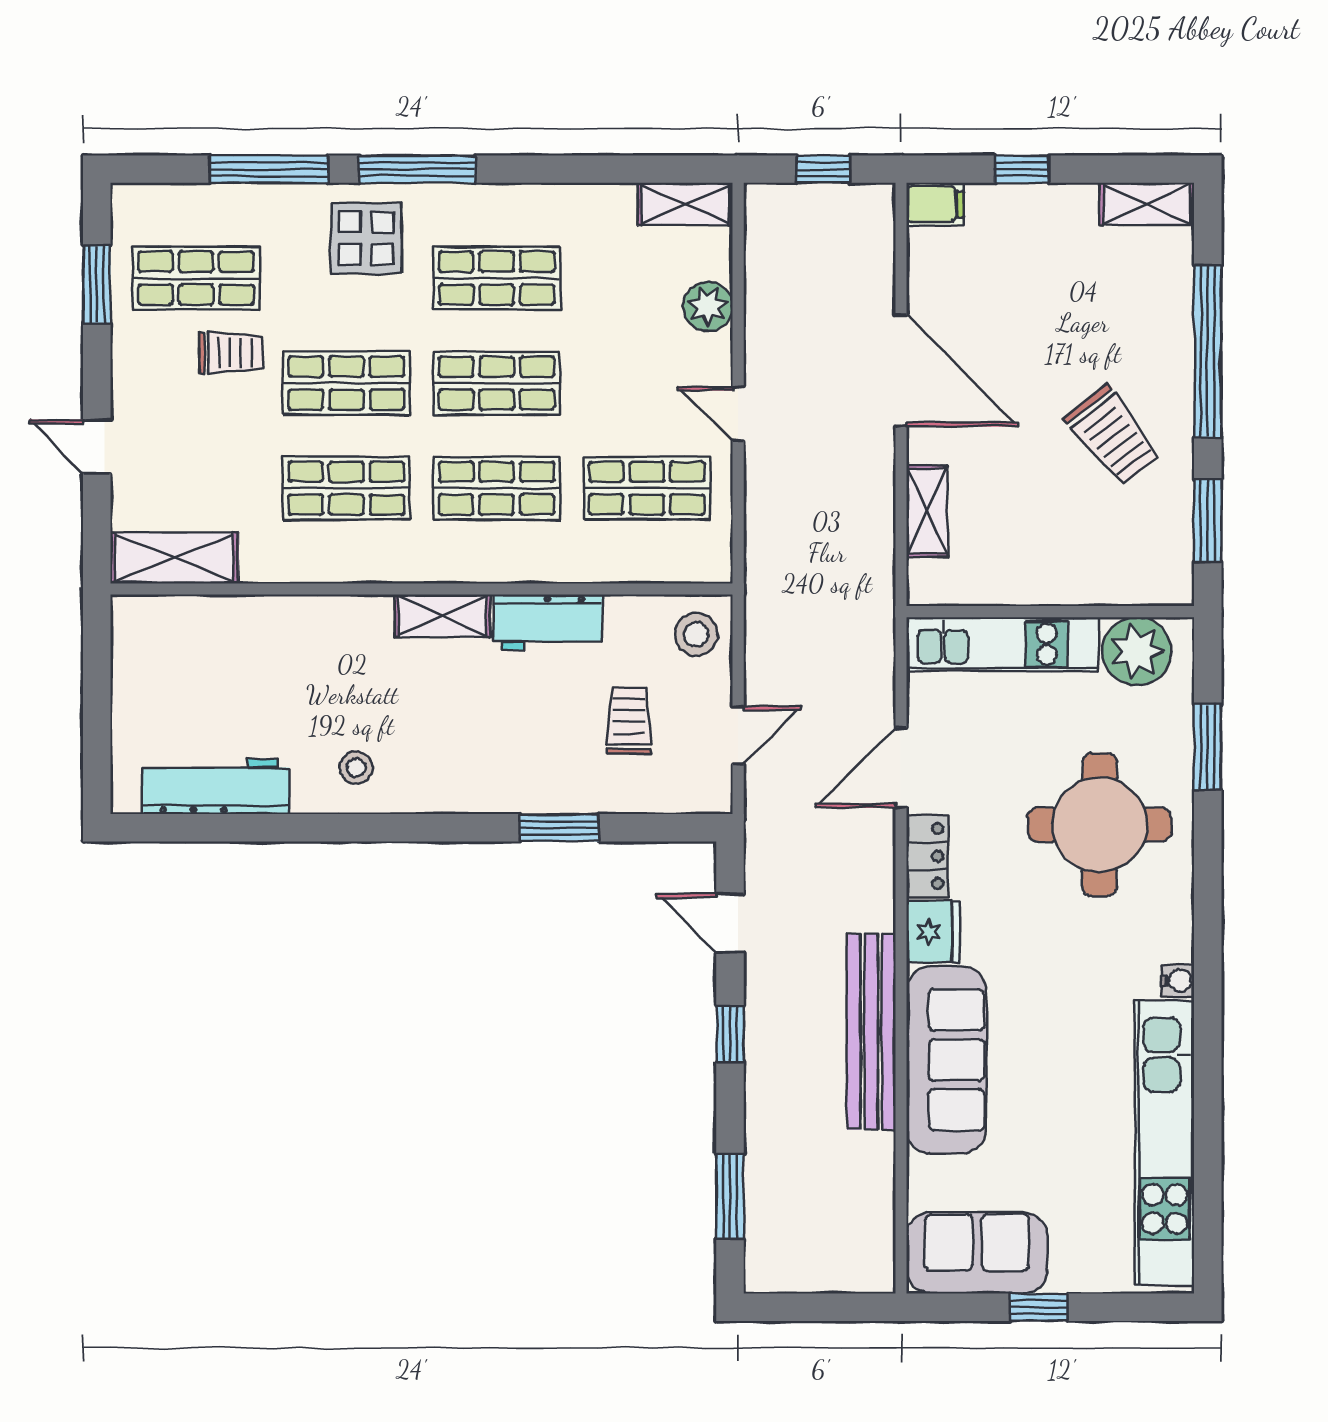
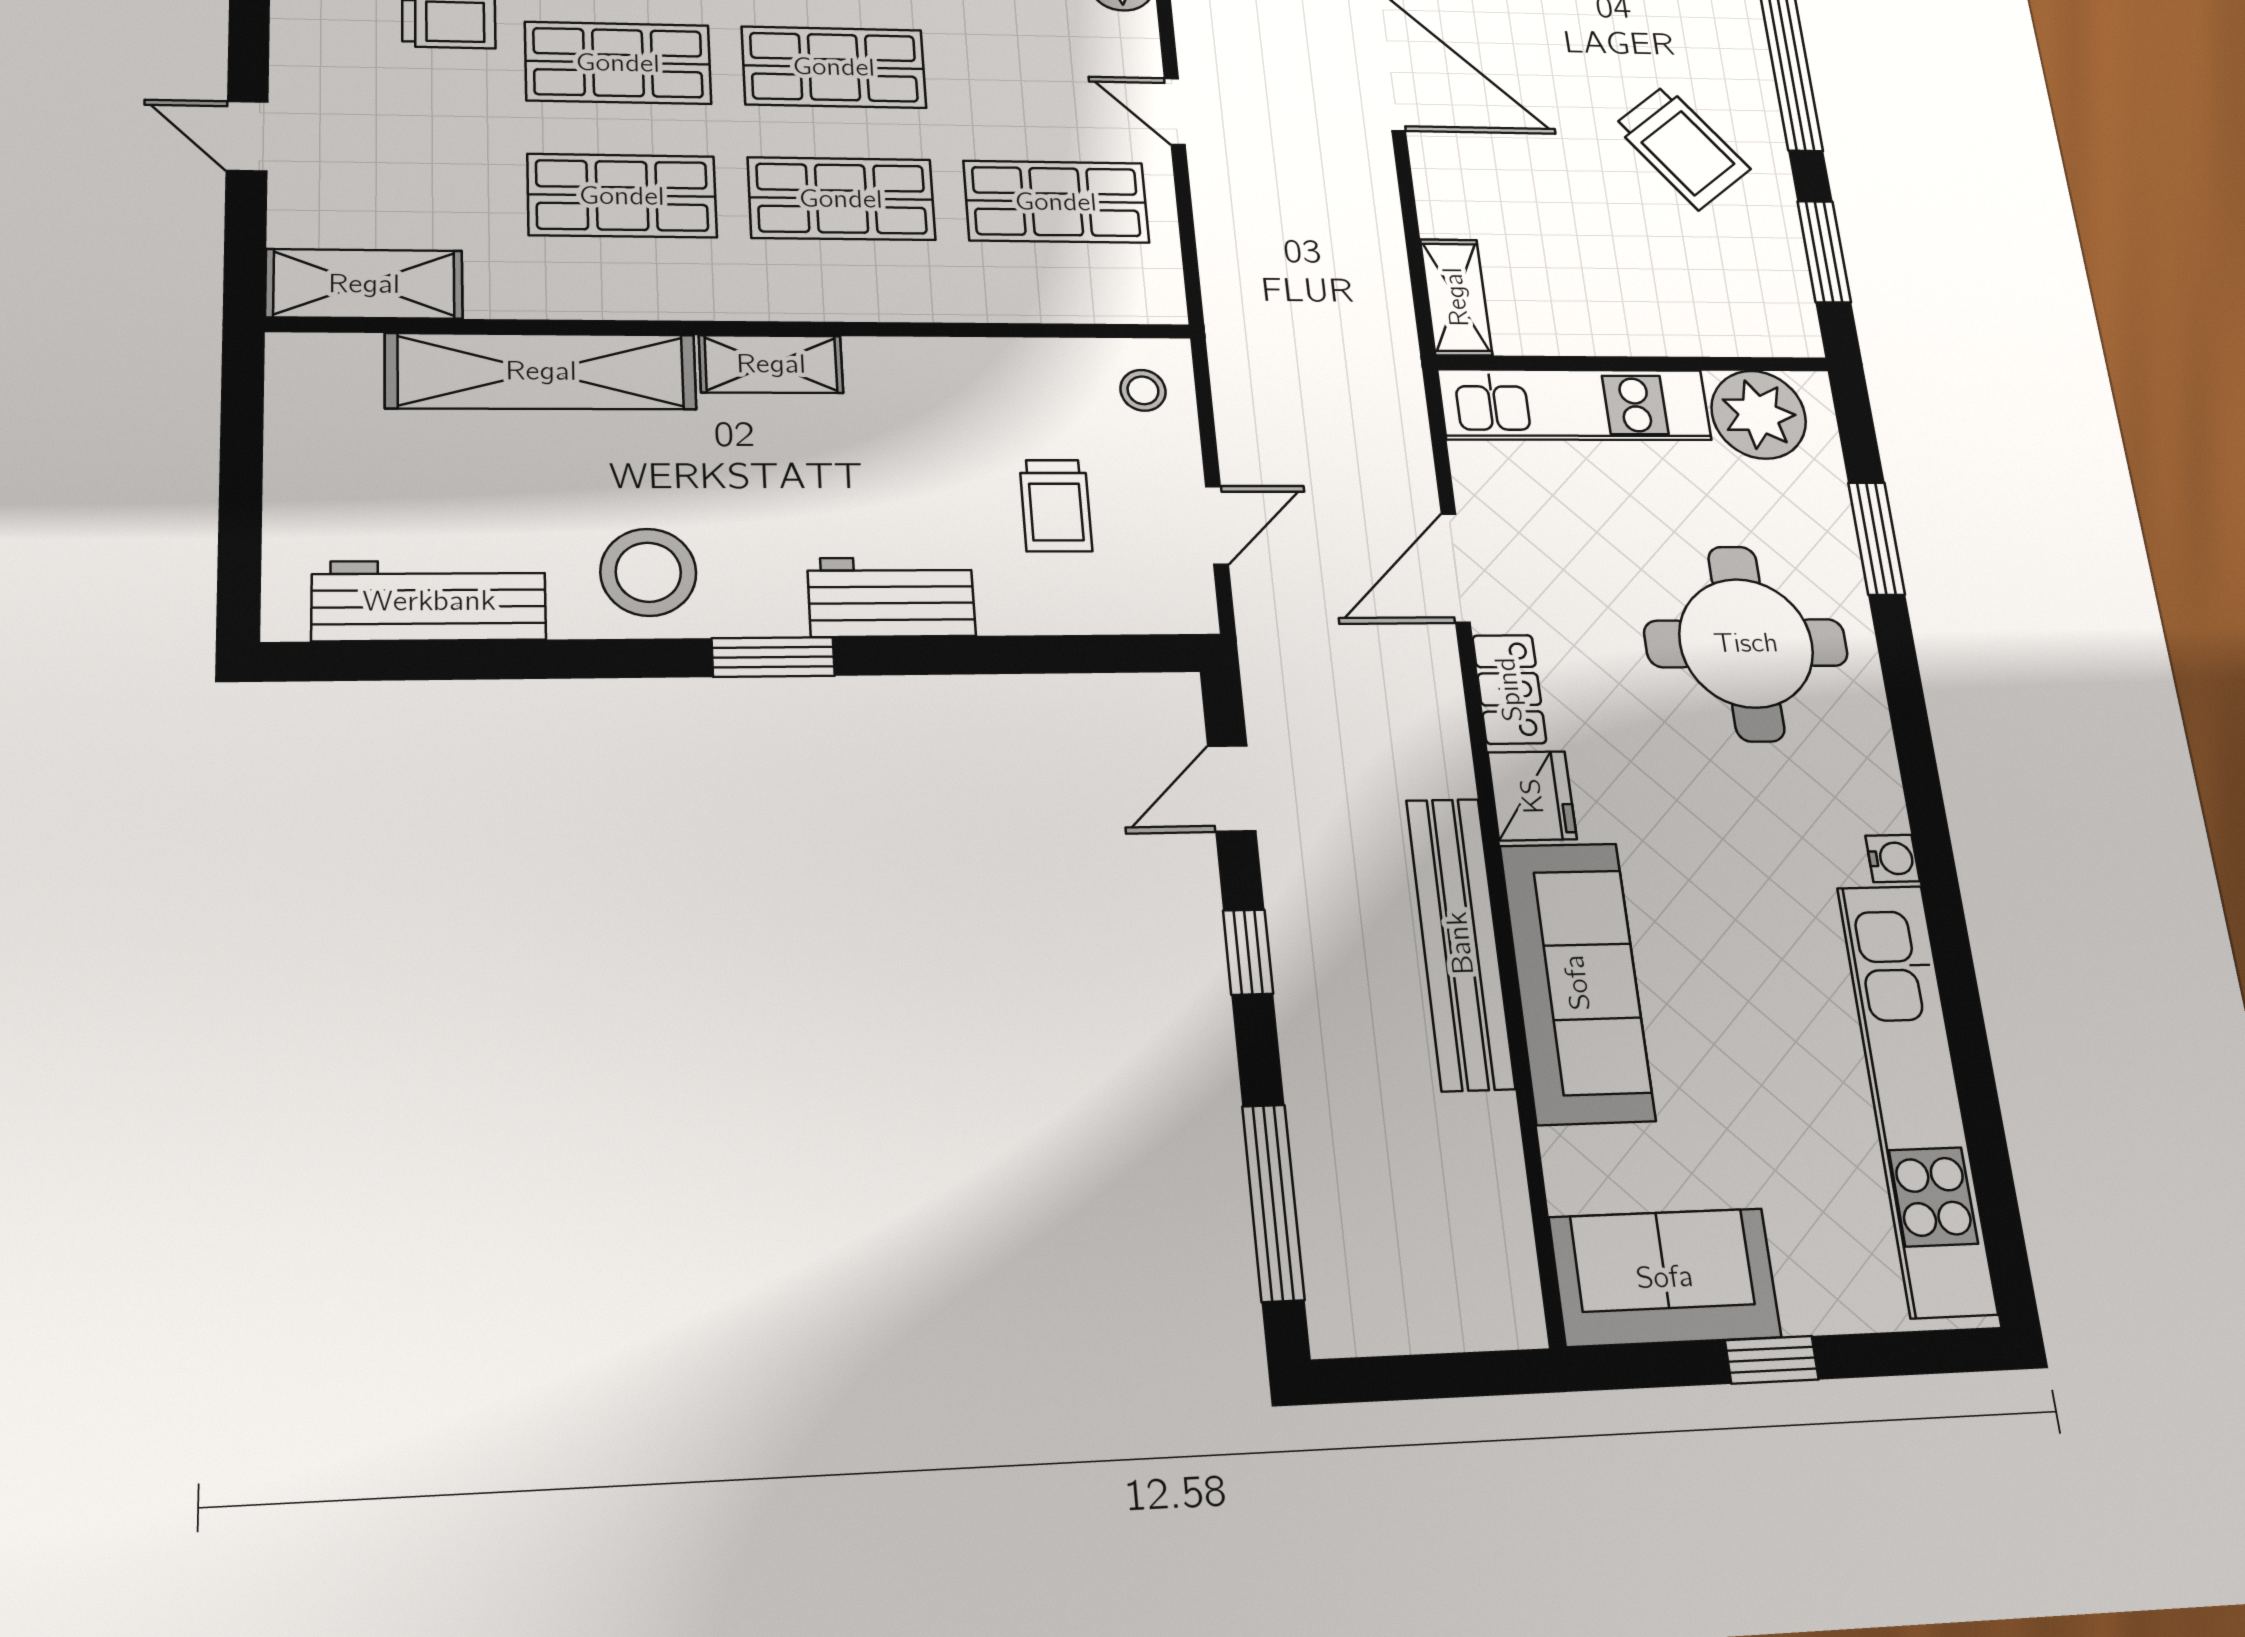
shelving: (927, 511) -> (1456, 297), moved
shelving: (289, 622) -> (541, 371), added
workbench: (548, 622) -> (891, 597), moved, turned 180
stool: (696, 634) -> (1143, 390), width x0.73, depth x0.73
trolley: (629, 721) -> (1056, 506), turned 180
stool: (356, 768) -> (648, 572), width x1.89, depth x1.89
window: (559, 828) -> (773, 657), moved
door: (730, 923) -> (1232, 788), hinge flipped
window: (730, 1196) -> (1273, 1202), width x1.44

